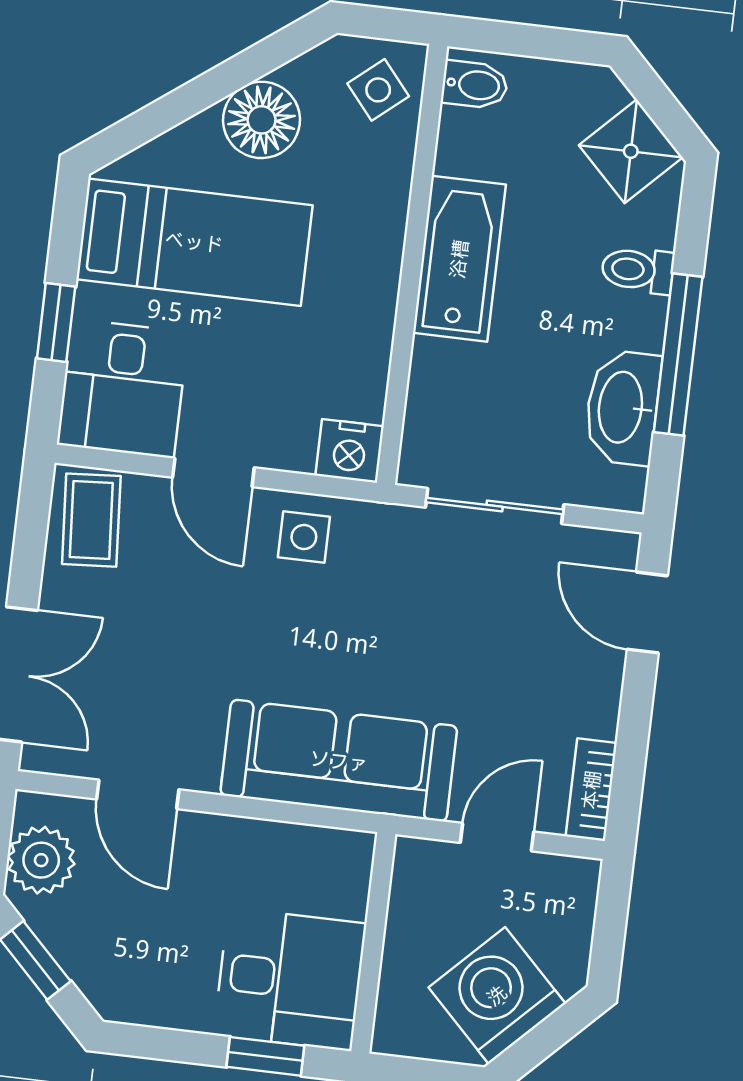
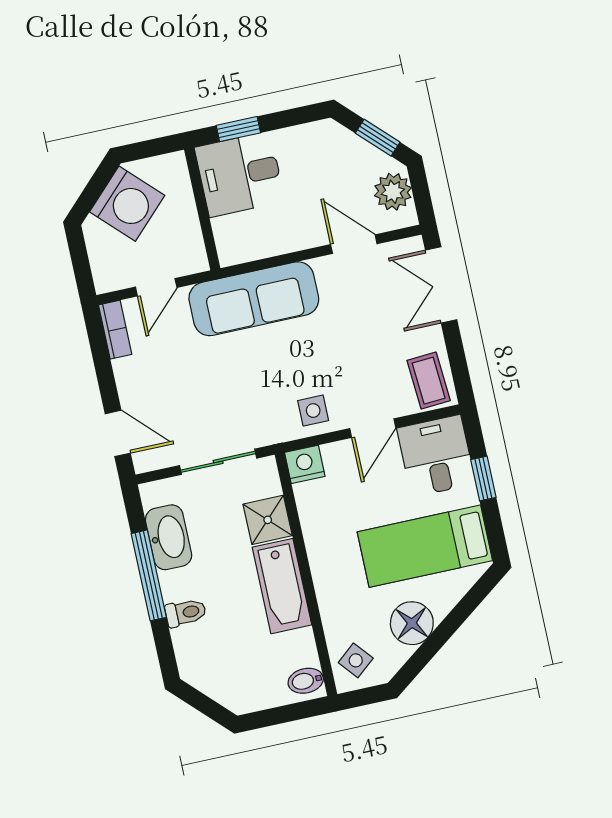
shower: (631, 151) -> (268, 520), moved, turned 45
door: (213, 472) -> (373, 428), swing flipped

